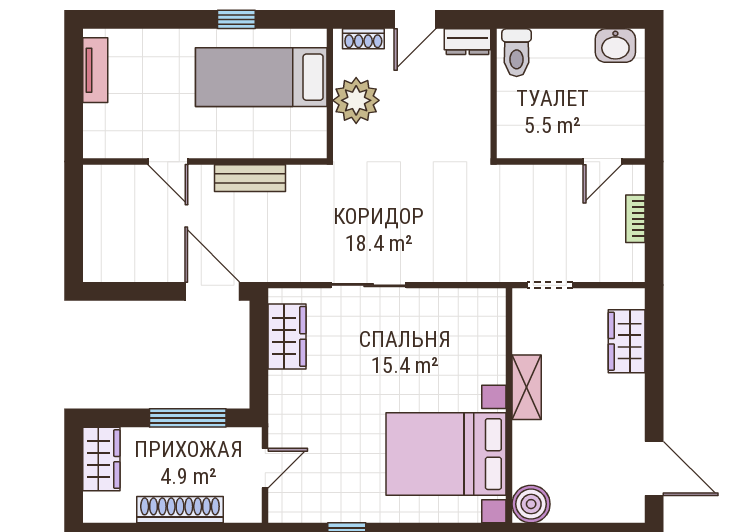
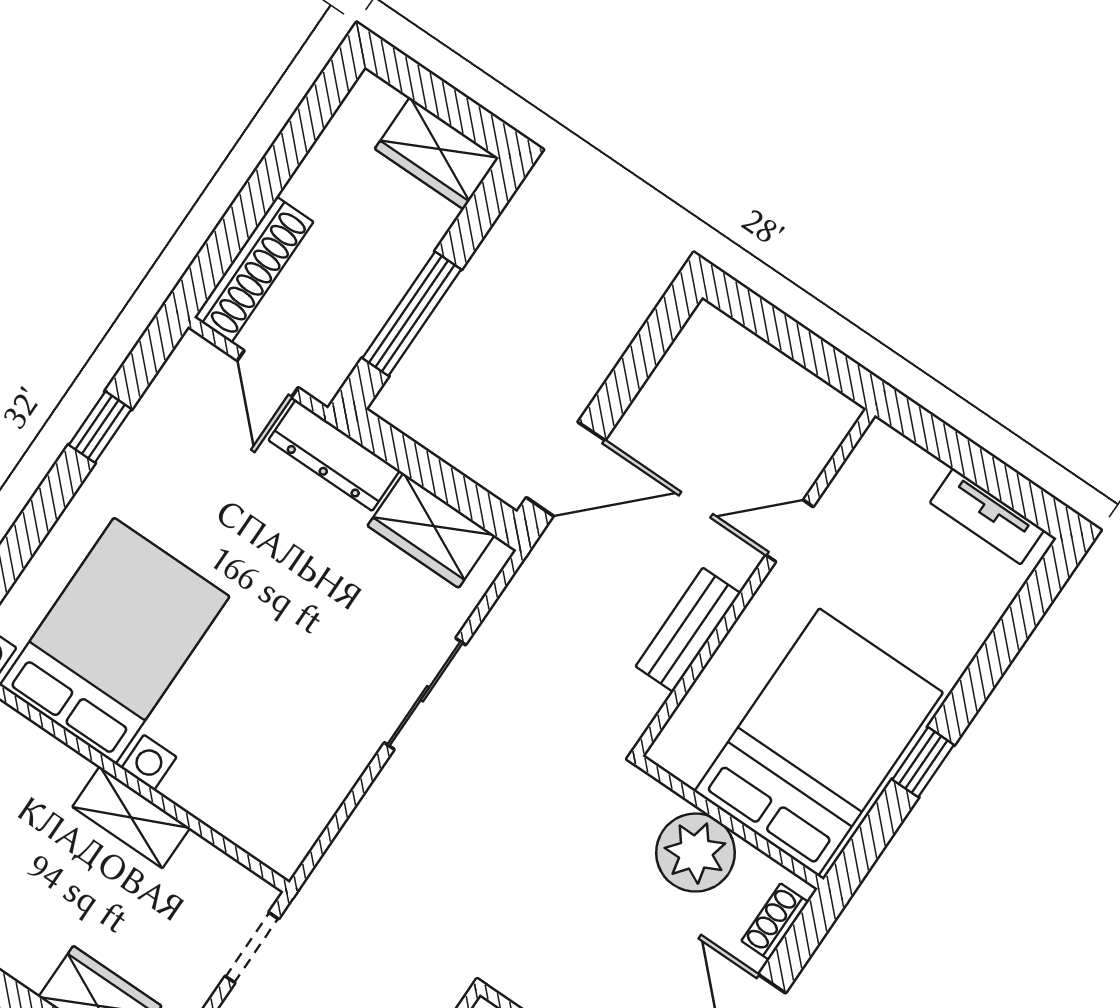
bed: (261, 77) -> (819, 742), width x1.50
dresser: (283, 409) -> (334, 455), added
shoe rack: (180, 510) -> (254, 270), moved

